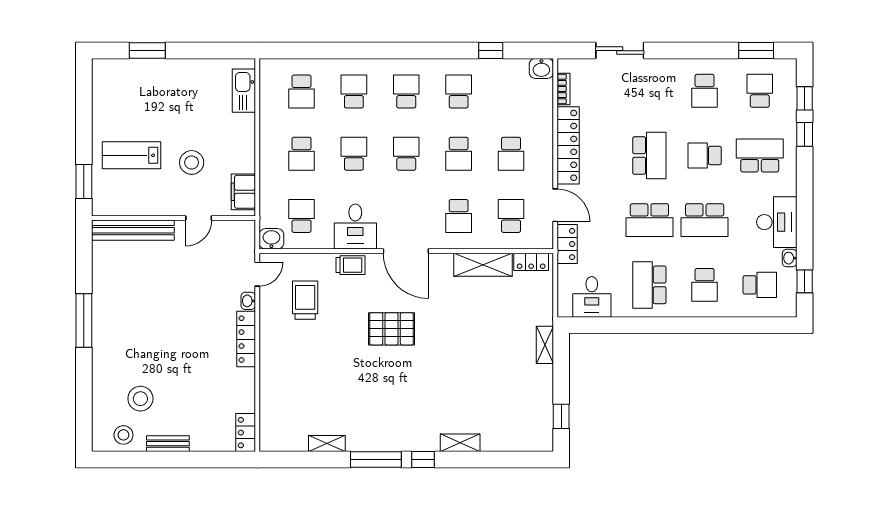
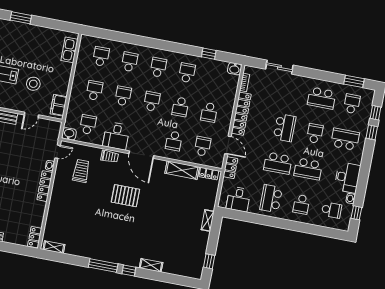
school desk: (705, 91) -> (322, 98), width x1.85
school desk: (302, 92) -> (101, 56), turned 180
school desk: (302, 154) -> (94, 90), turned 180
school desk: (705, 155) -> (315, 133), turned 90
shelving: (327, 443) -> (54, 247), moved

